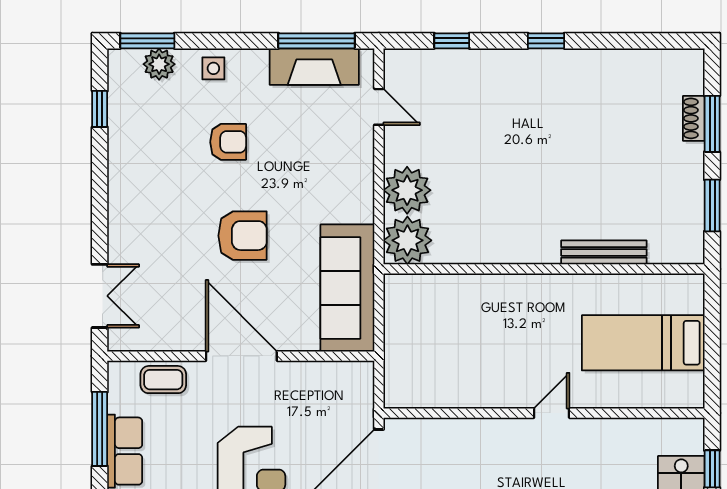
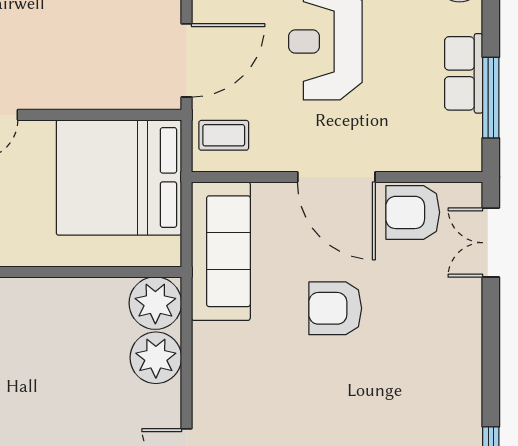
armchair: (228, 142) -> (413, 212), moved, width x1.38, depth x1.38
bed: (441, 356) -> (119, 177), added
coffee table: (163, 380) -> (224, 135), moved

